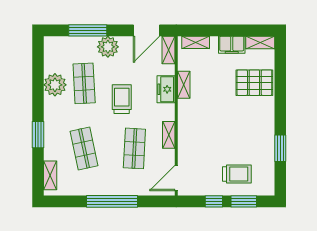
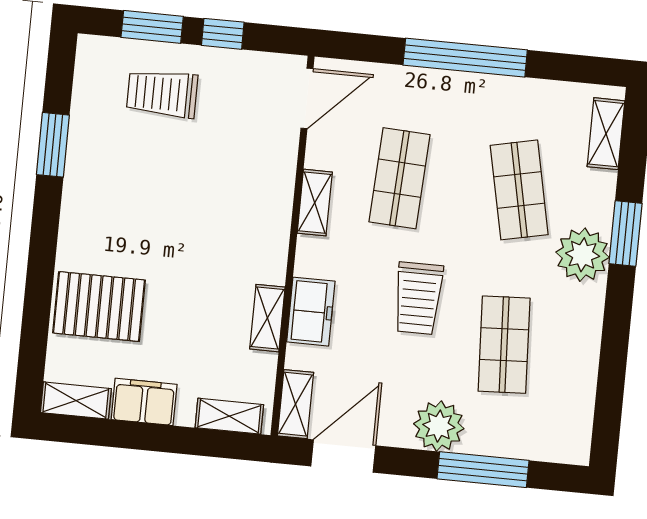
plant: (55, 85) -> (583, 255), moved

